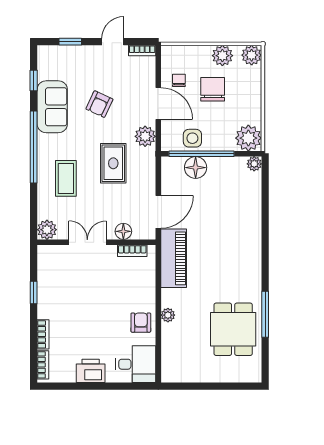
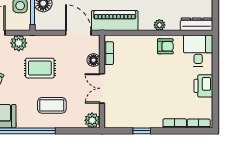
armchair: (141, 323) -> (165, 46), turned 180
dresser: (169, 362) -> (197, 24), added

